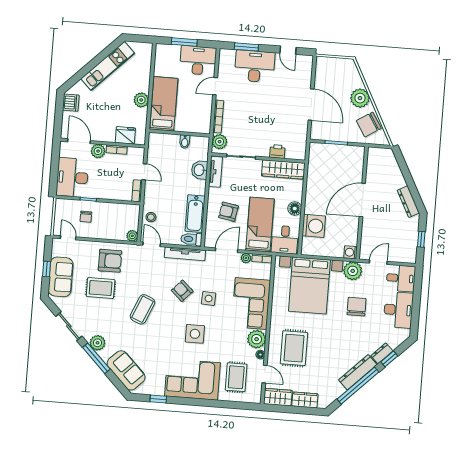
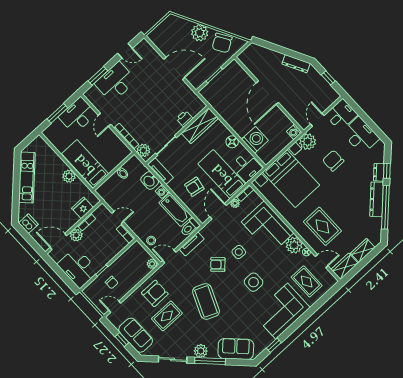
washing machine: (200, 189) -> (162, 191), added
tv unit: (185, 254) -> (192, 244), width x0.71
coffee table: (143, 309) -> (206, 301), width x1.36, depth x1.32

